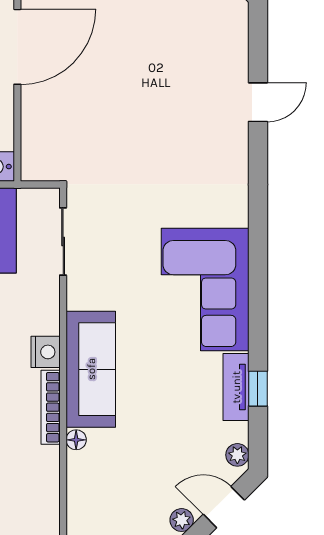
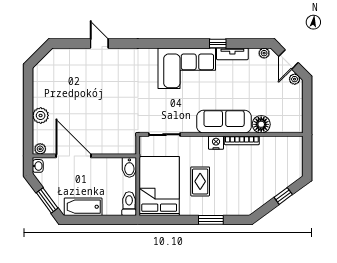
window: (258, 389) -> (218, 44), moved
floor lamp: (76, 440) -> (261, 124), width x1.89, depth x1.89

